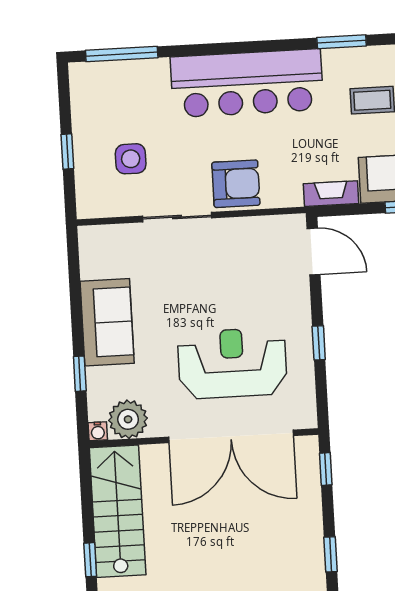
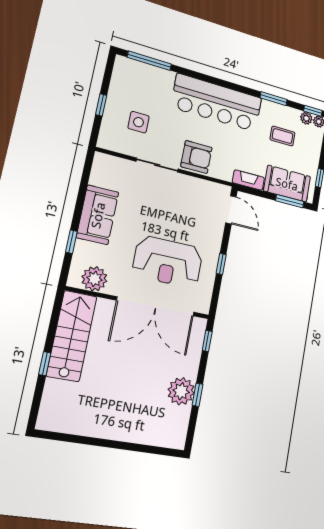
reception desk: (232, 363) -> (168, 262), turned 180
water cooler: (98, 431) -> (73, 281), removed
plant: (303, 555) -> (181, 391), added

